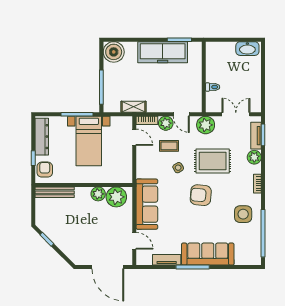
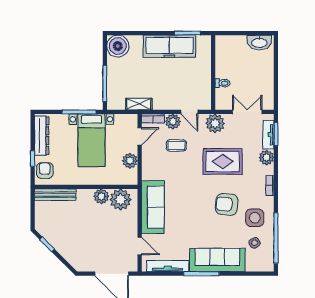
door: (134, 137) -> (140, 136), hinge flipped
plant: (125, 160) -> (130, 161), added
side table: (178, 168) -> (255, 243), moved
armchair: (201, 195) -> (227, 204), moved
tv unit: (167, 260) -> (168, 266), width x1.41

